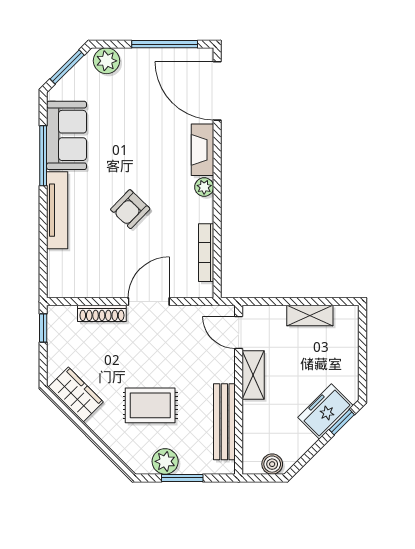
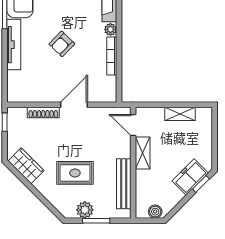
bookcase: (206, 253) -> (112, 56), moved

